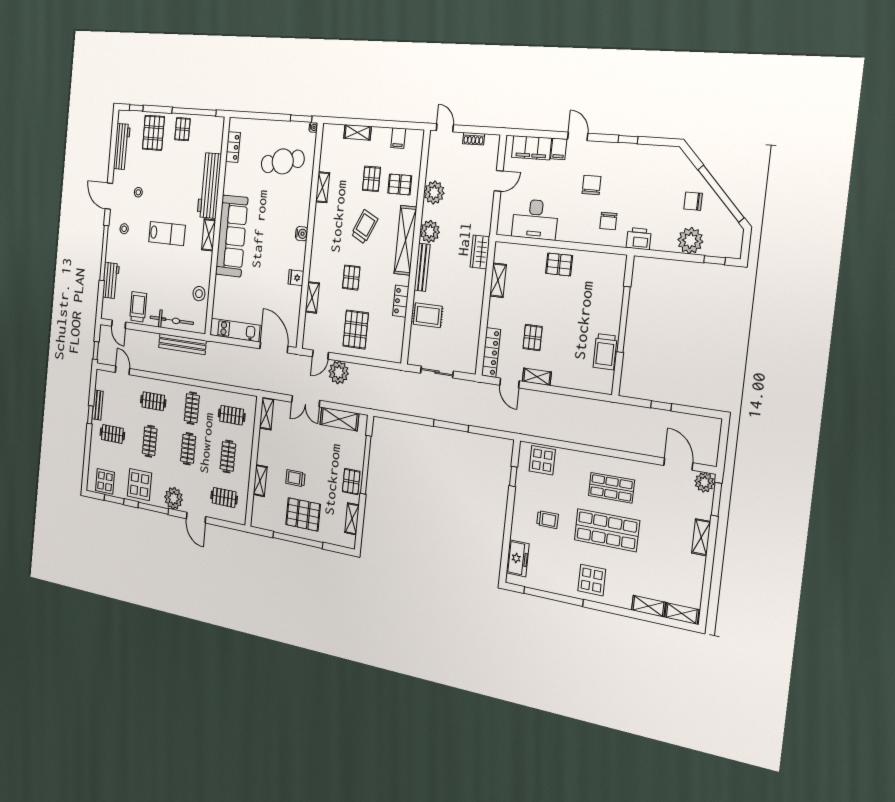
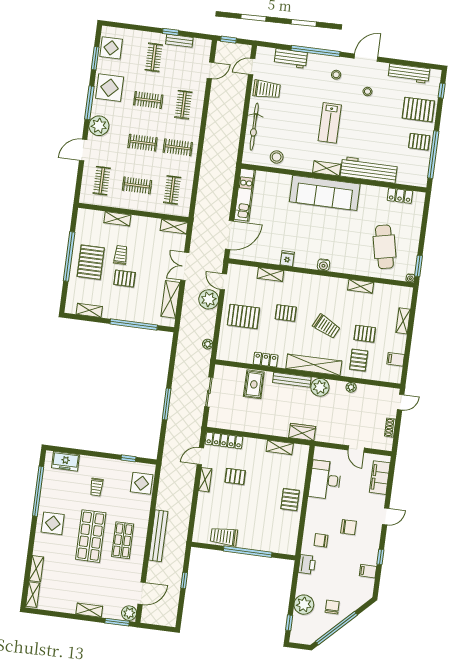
filing cabinet: (559, 149) -> (368, 571), moved
plant: (434, 192) -> (351, 387), width x0.53, depth x0.53
bench: (182, 344) -> (158, 536), moved
plant: (385, 374) -> (208, 344), added
pallet: (351, 482) -> (125, 278), moved

